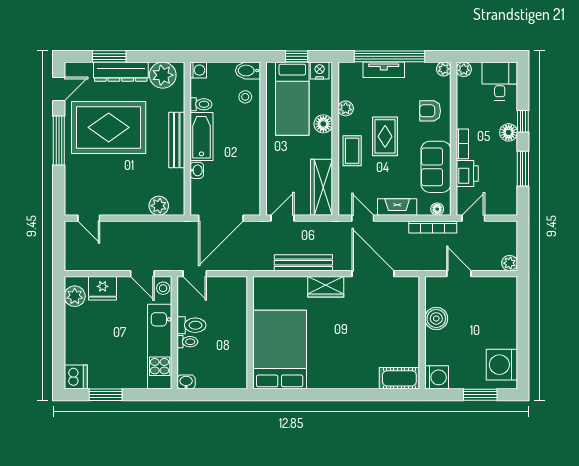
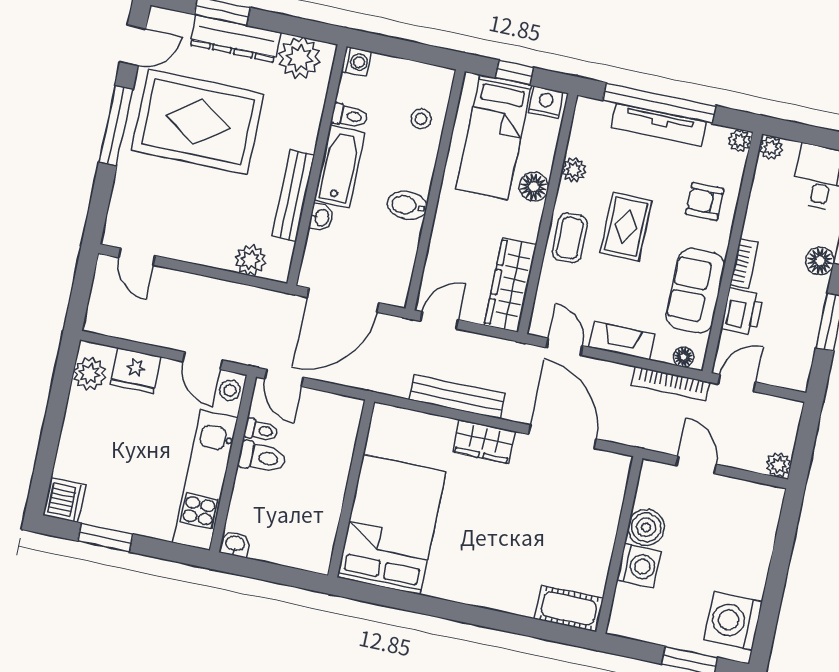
tv unit: (384, 70) -> (659, 125), width x1.41
bidet: (248, 71) -> (407, 205), moved
bench: (177, 140) -> (293, 196), moved
toilet: (187, 342) -> (261, 430), moved
washing machine: (437, 377) -> (639, 566), moved

